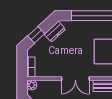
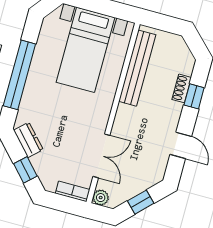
double door: (75, 79) -> (101, 156), moved

